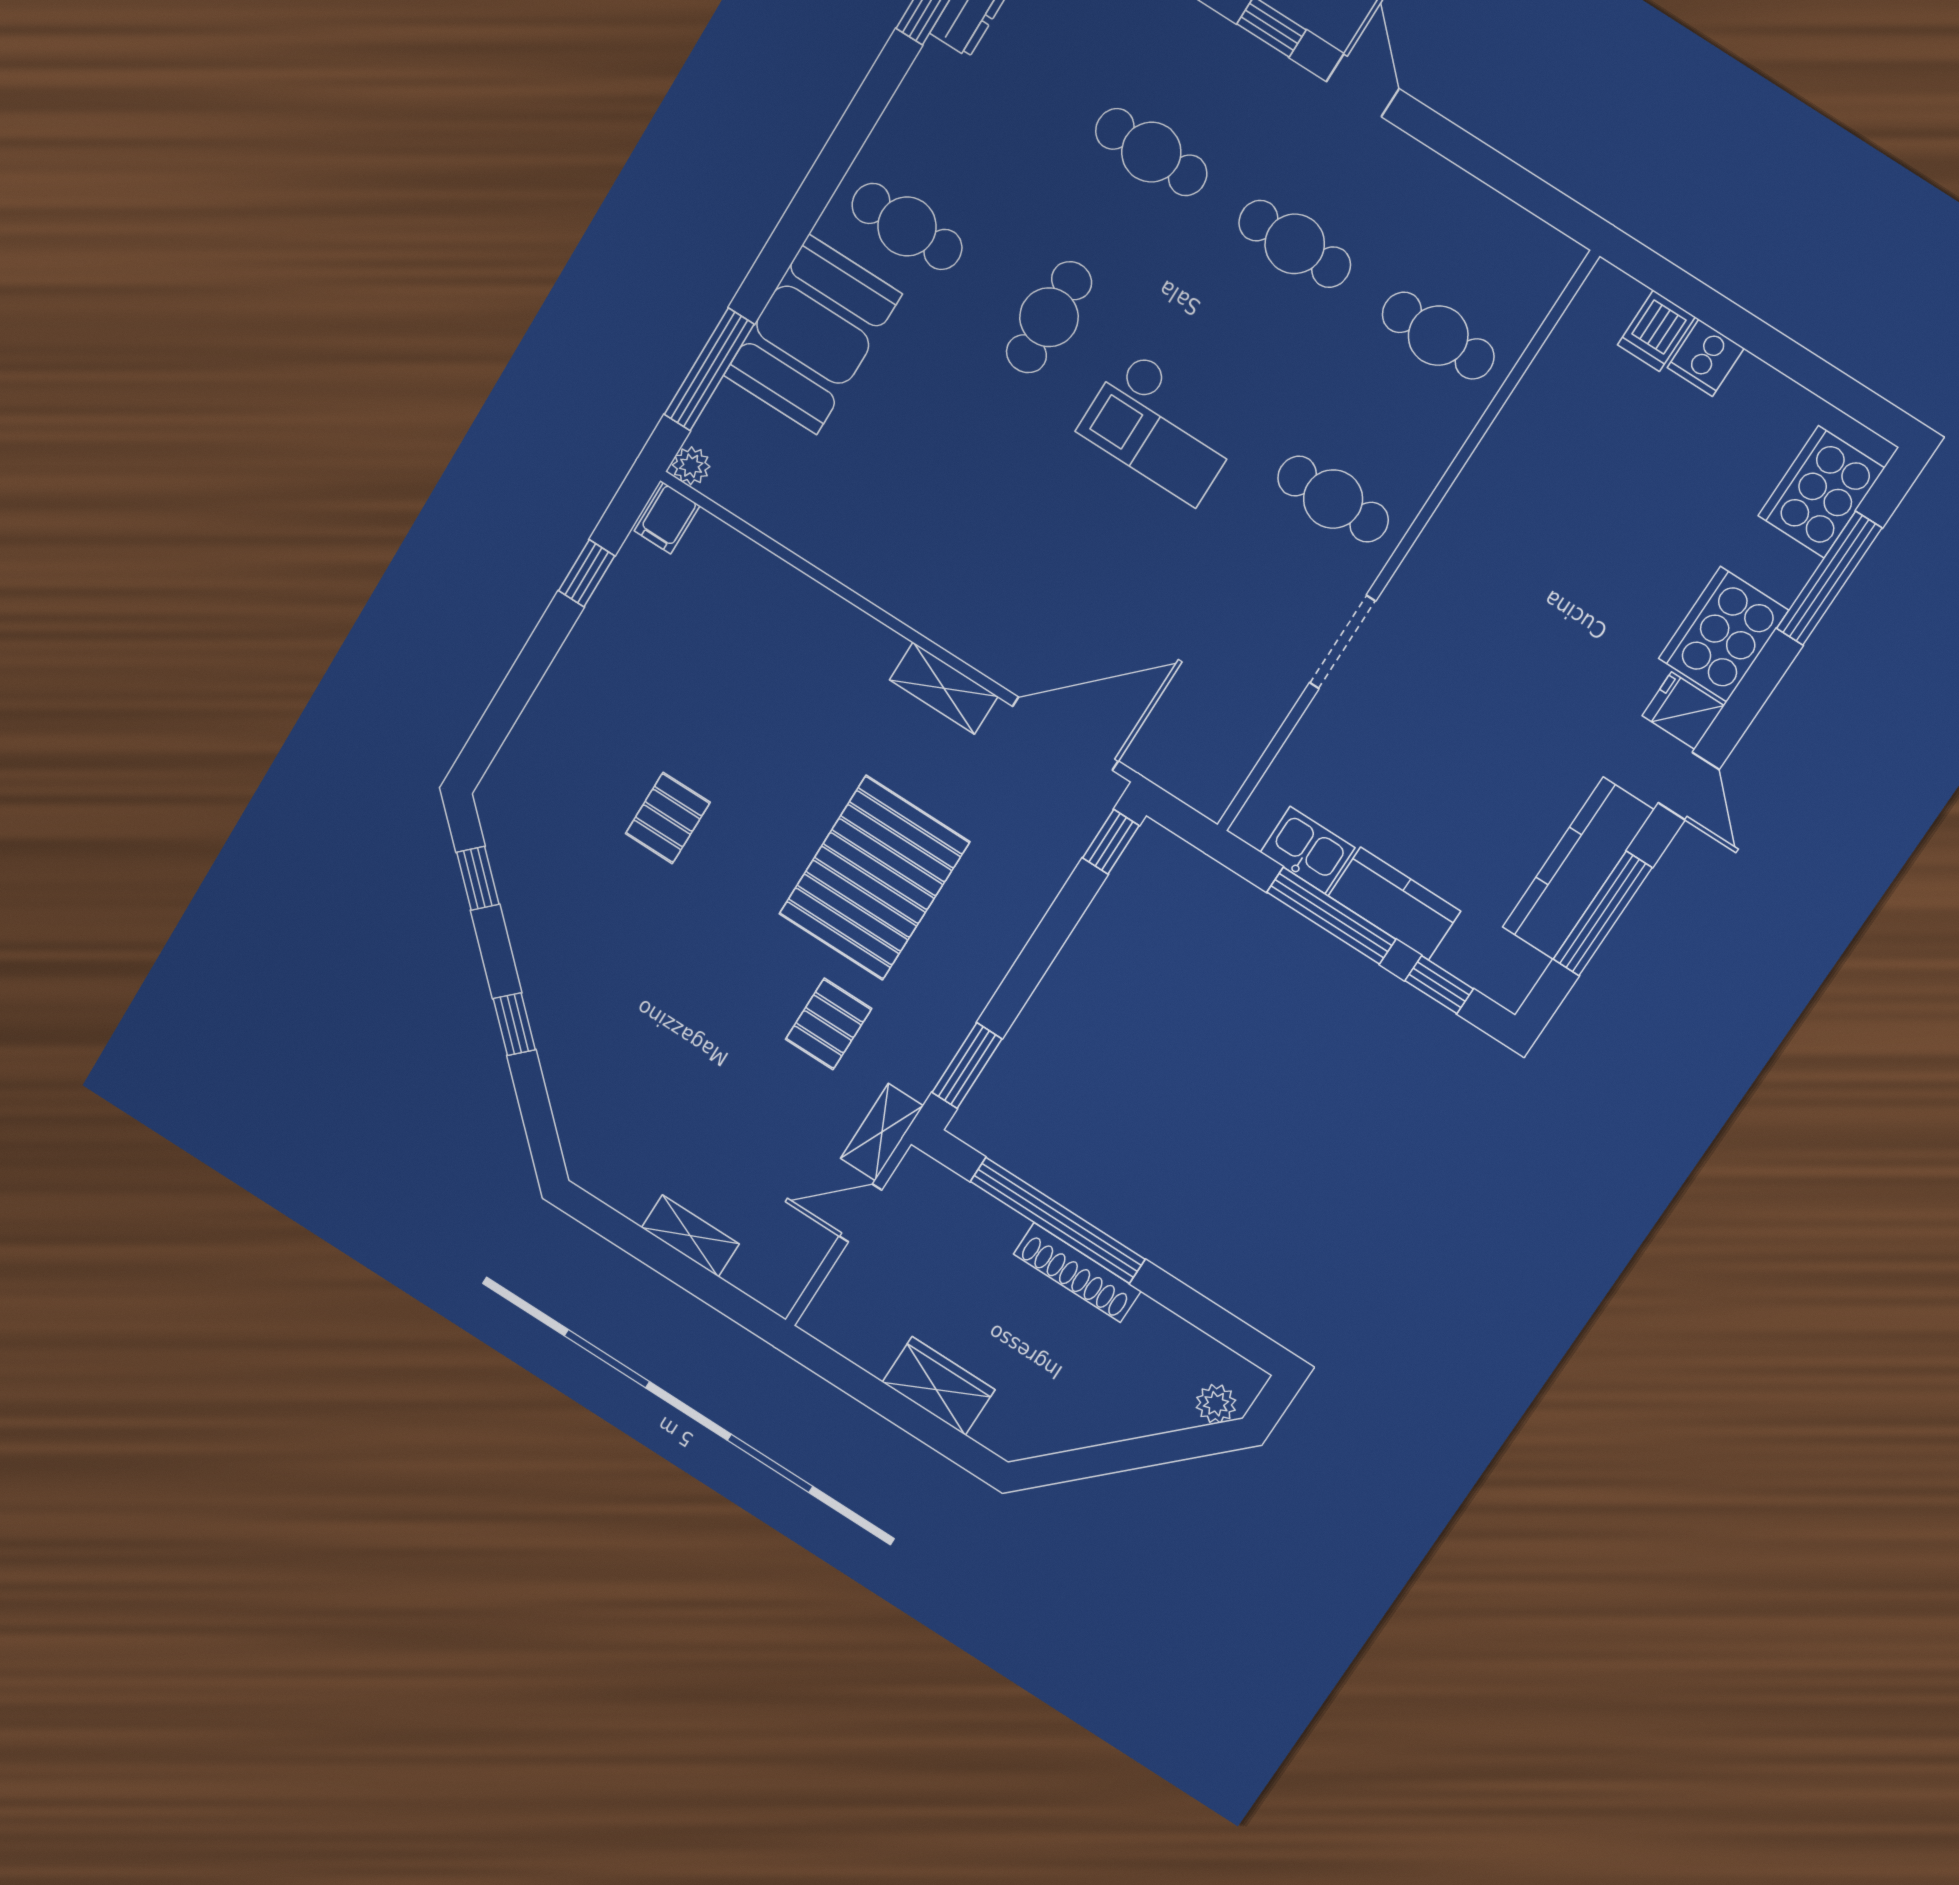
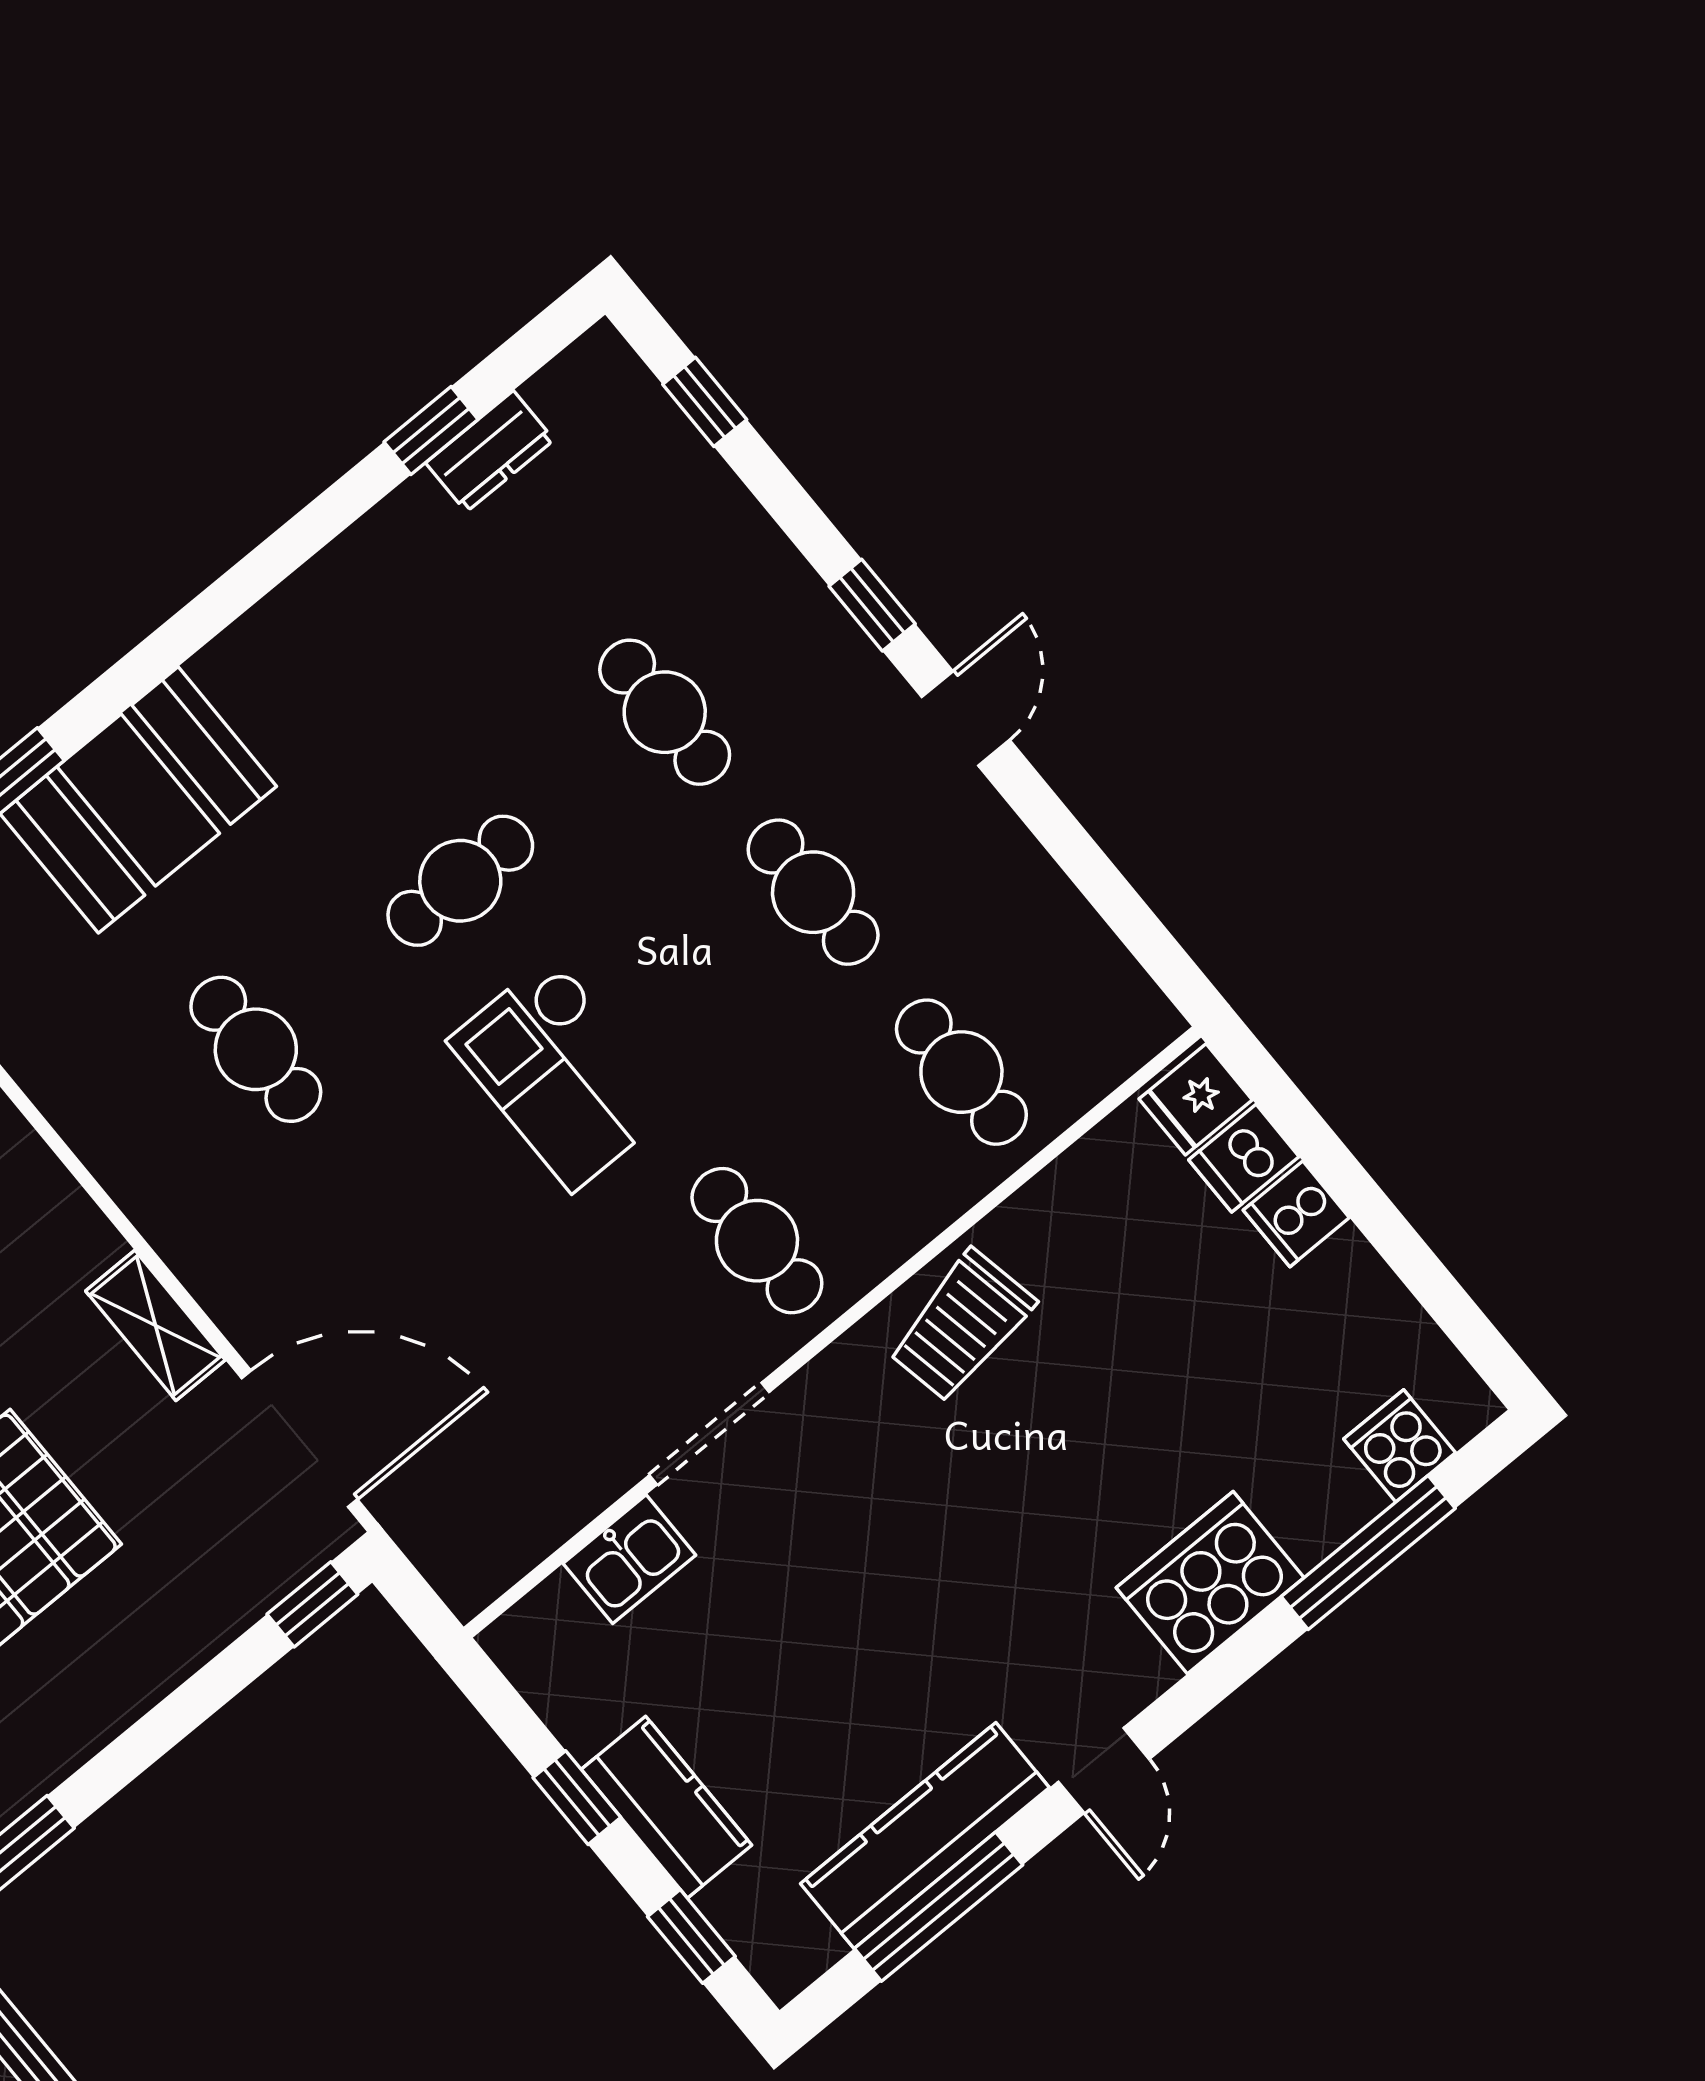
cafe table: (907, 226) -> (256, 1049), moved
cooker: (1821, 492) -> (1400, 1446), width x0.53, depth x0.76
trolley: (1494, 512) -> (962, 1326), added
fridge: (1683, 711) -> (1196, 1099), moved, turned -90
kitchen sink: (1308, 850) -> (629, 1559), moved, turned 90
window: (1331, 916) -> (577, 1798), width x0.46

